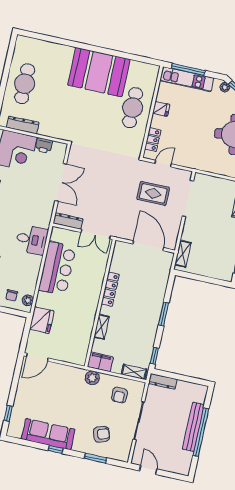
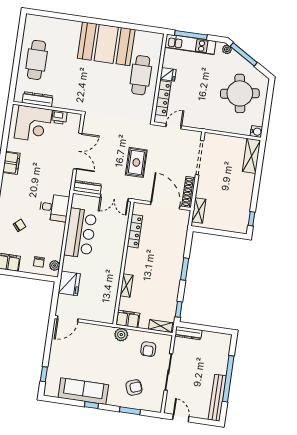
locker: (153, 140) -> (163, 98), width x1.53
rug: (153, 193) -> (136, 162), moved, turned 90
shoe rack: (174, 234) -> (189, 192), added
locker: (110, 289) -> (135, 231), moved
bench: (193, 427) -> (217, 398), moved

